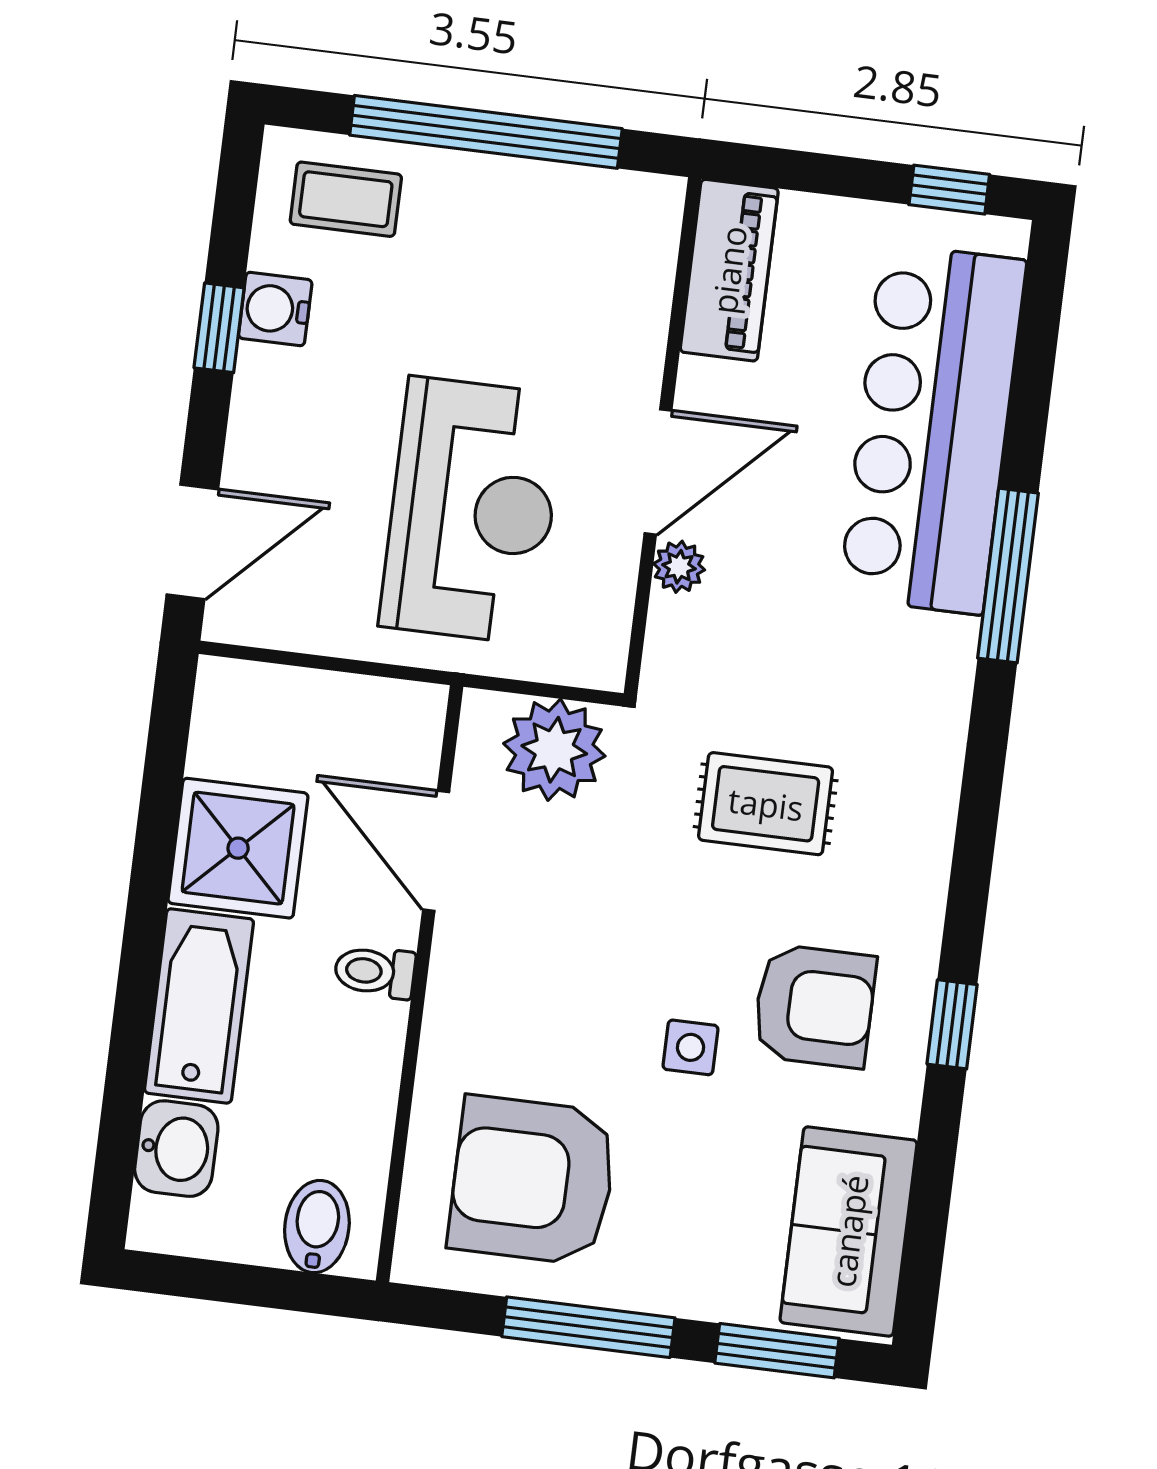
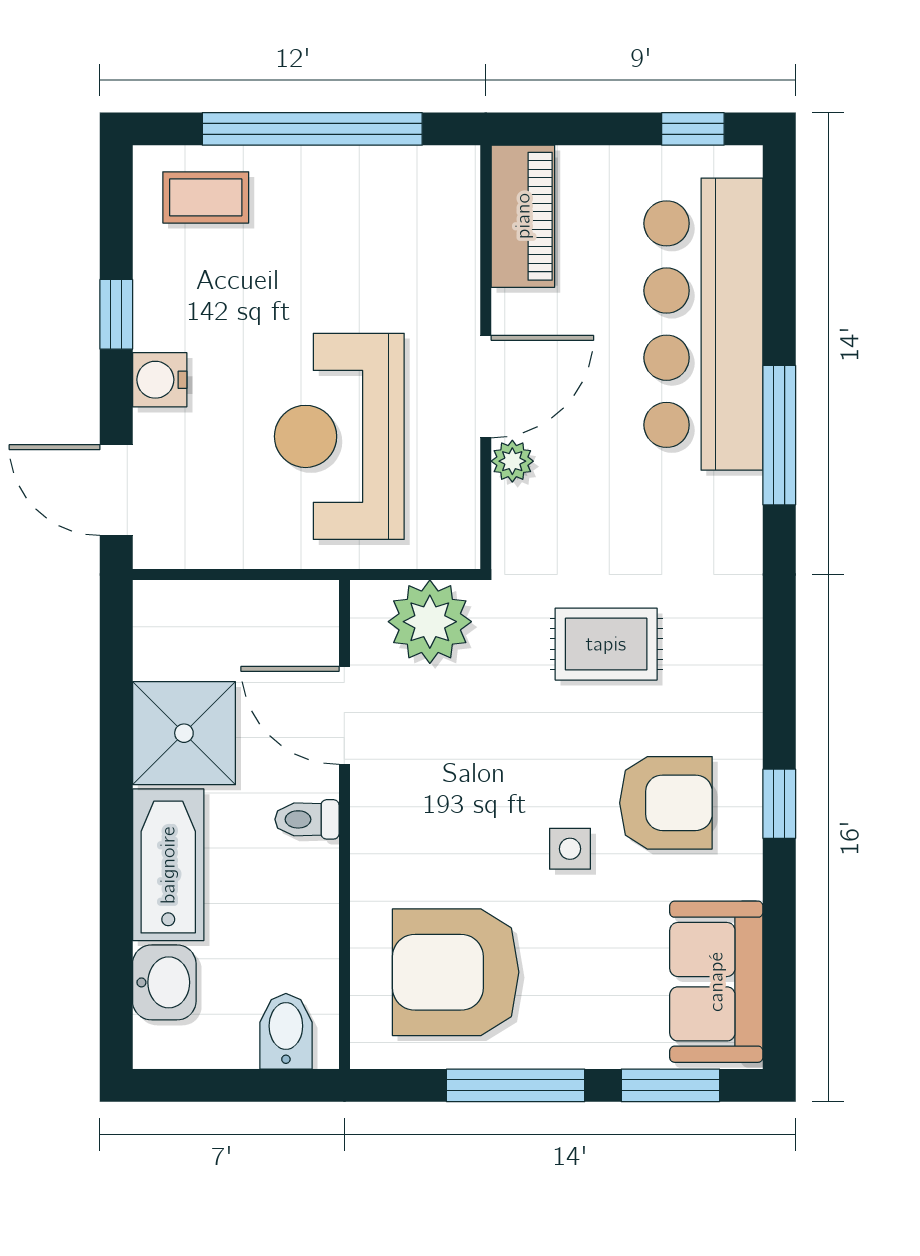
water cooler: (275, 309) -> (160, 380), moved
reception desk: (472, 510) -> (339, 436), turned 180
door: (192, 542) -> (116, 490), swing flipped

